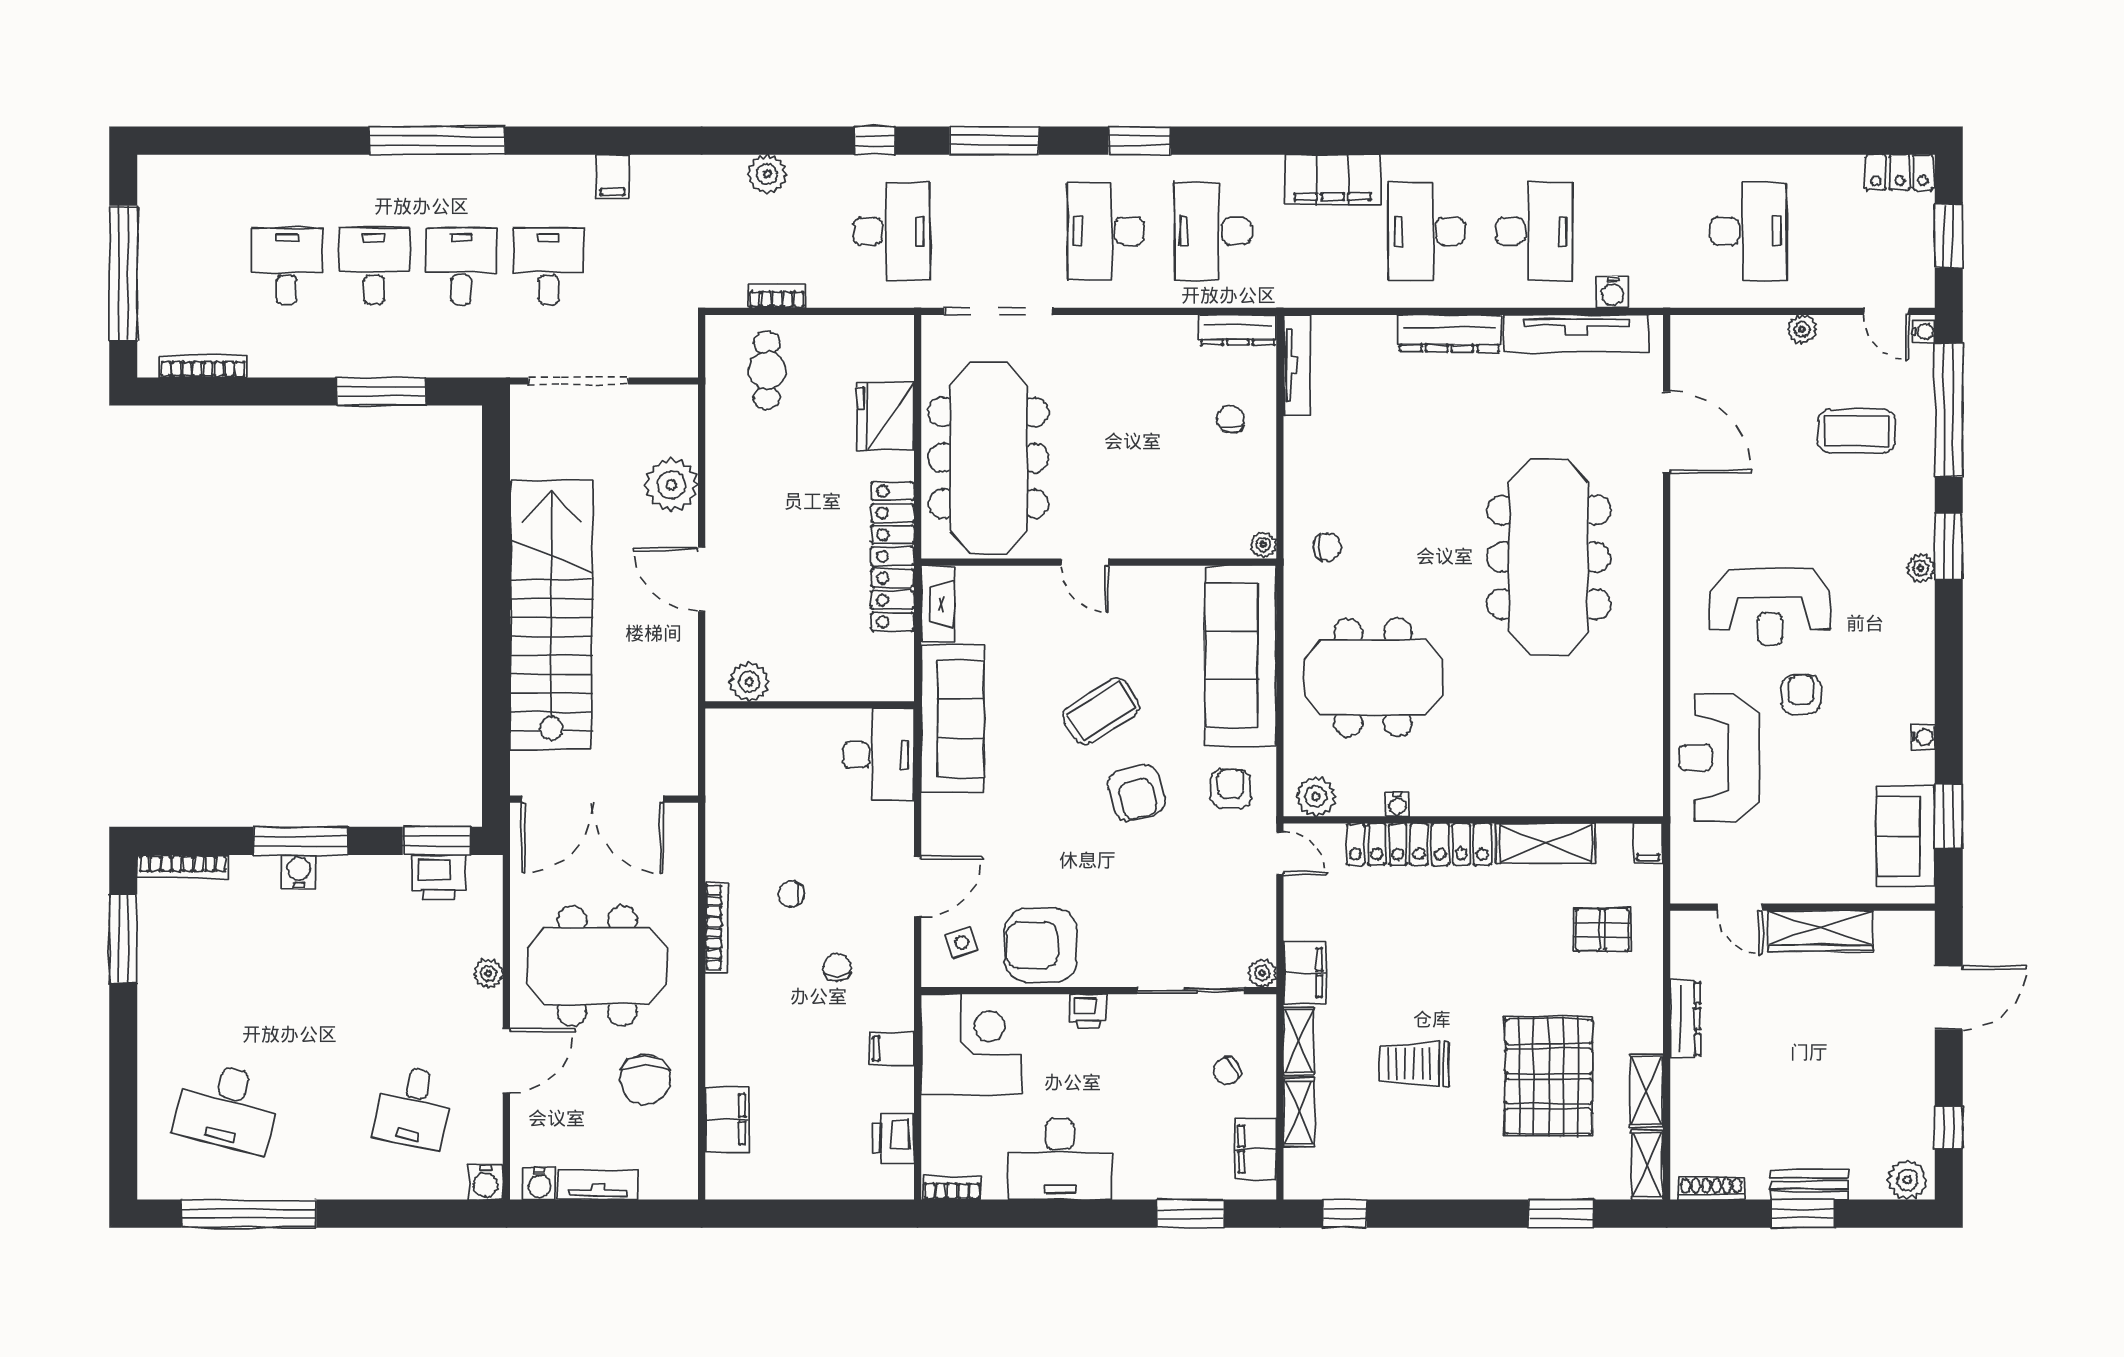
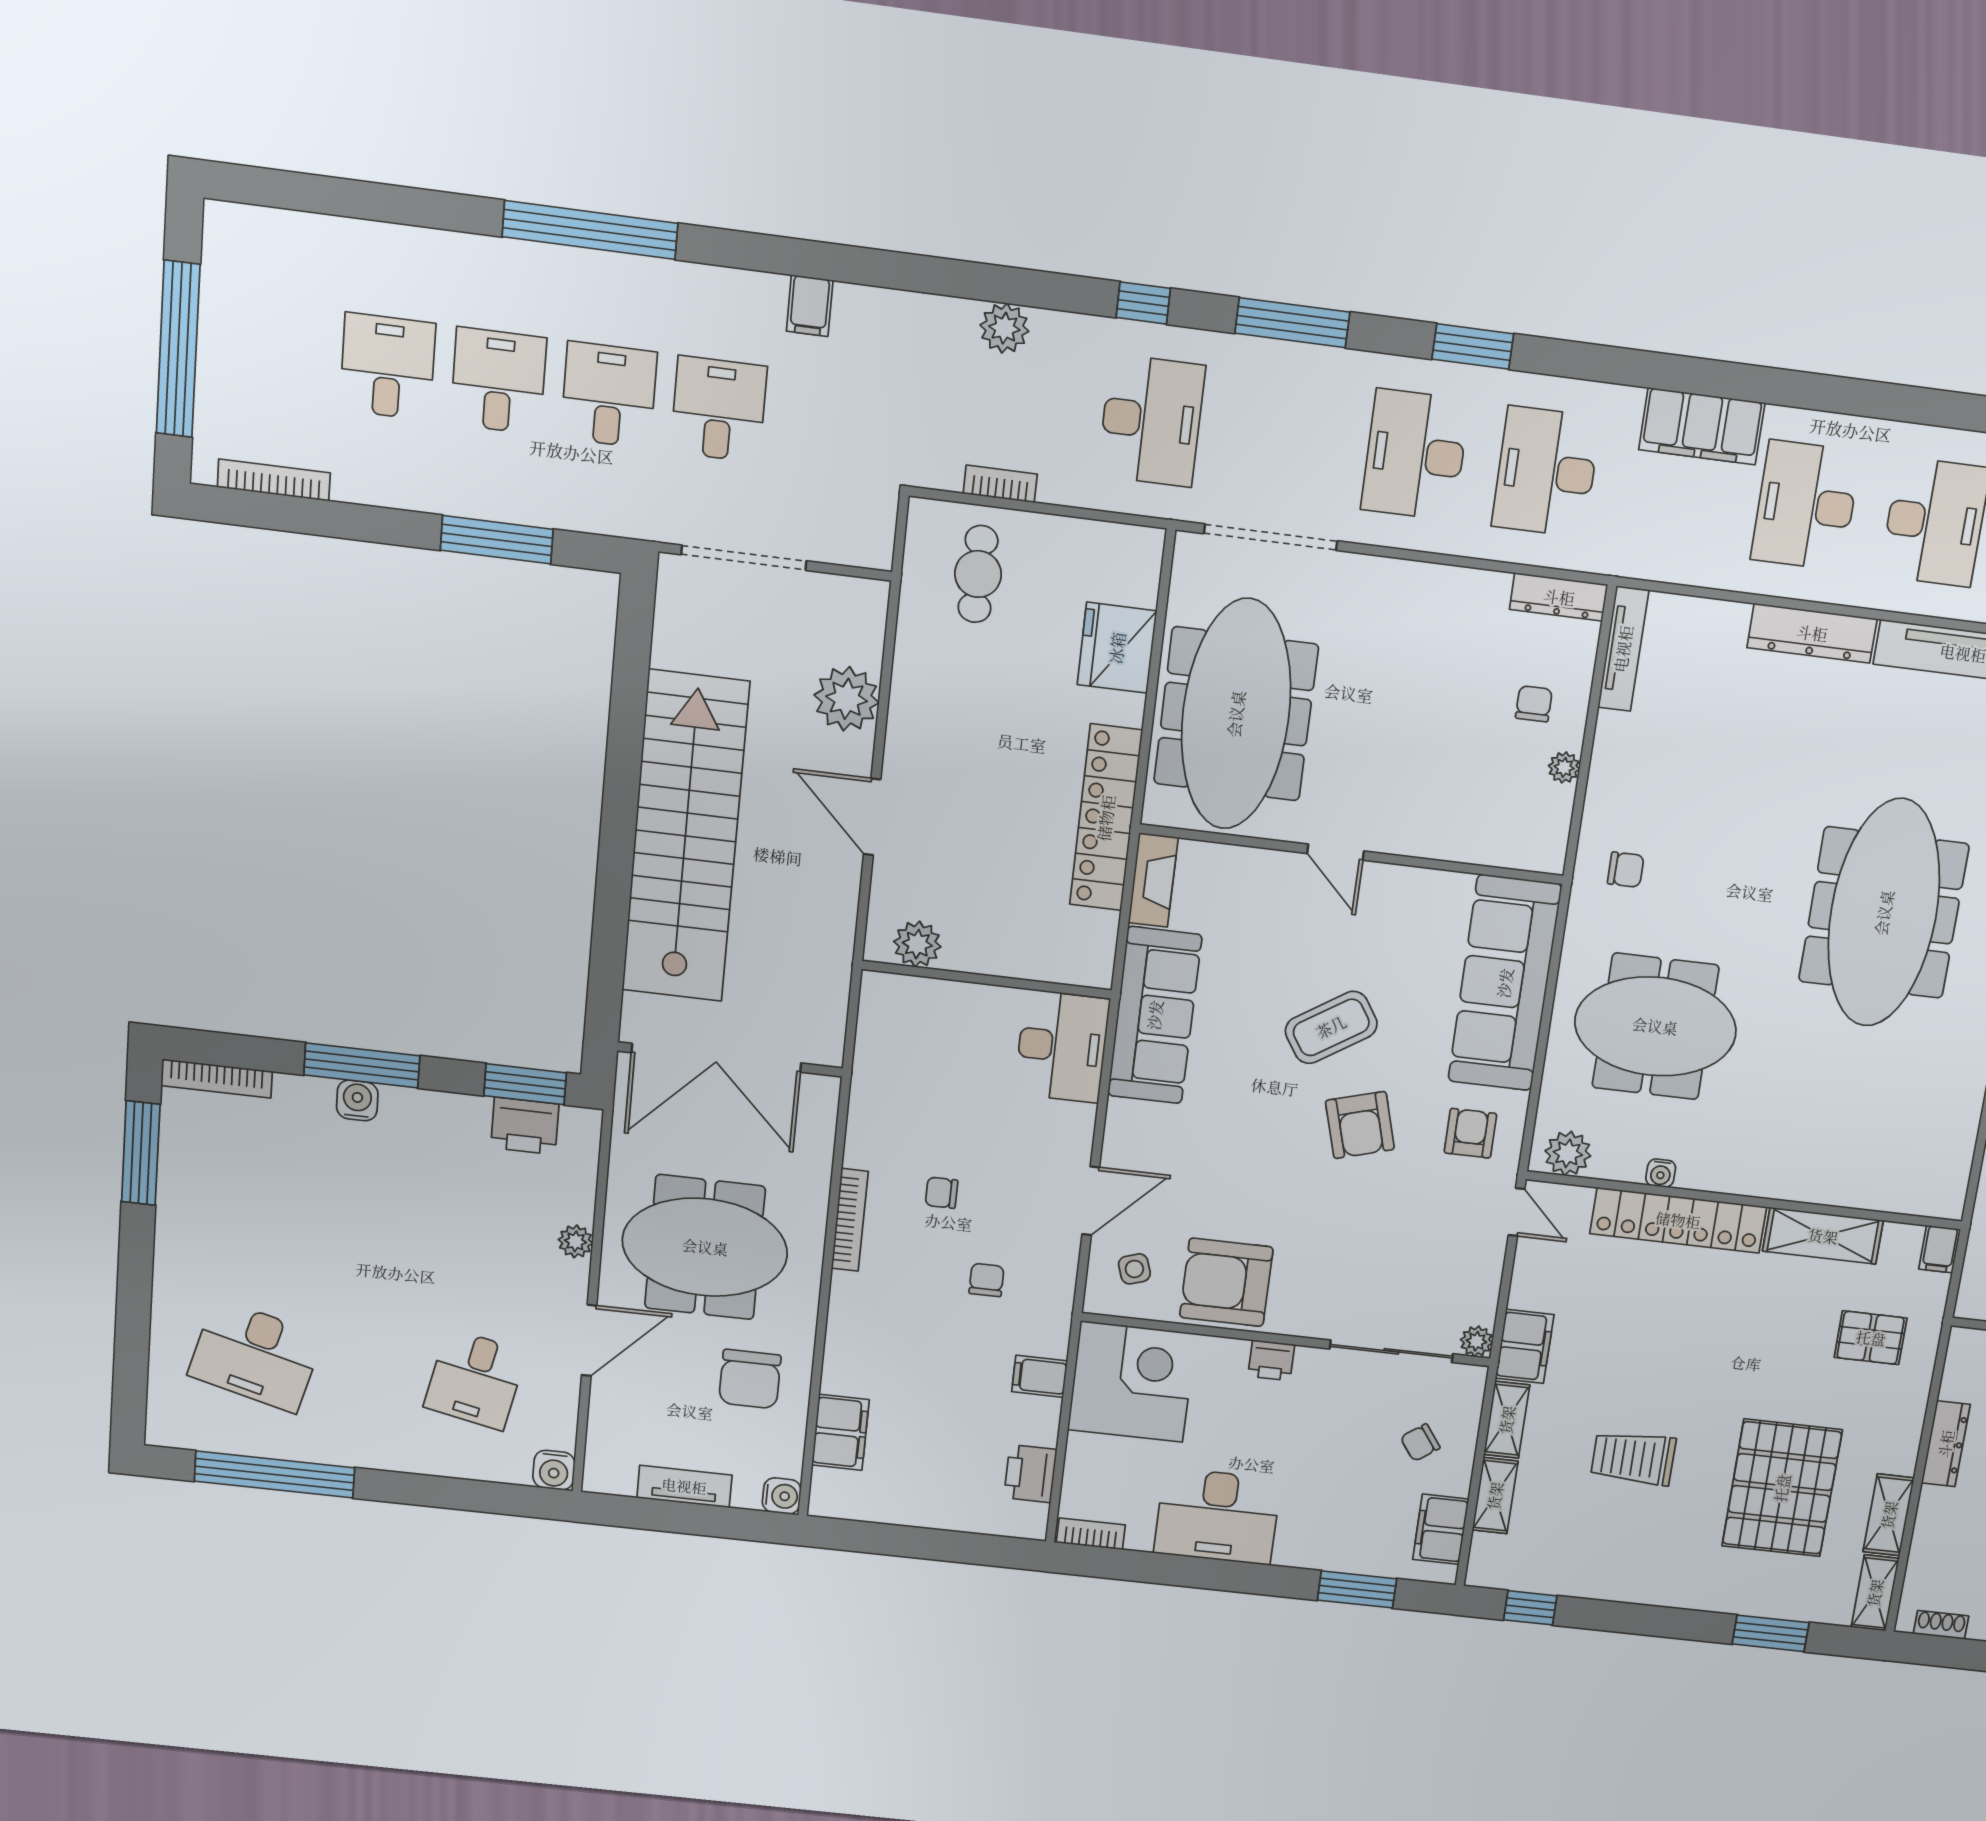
plant: (1263, 545) -> (1564, 767), moved
water cooler: (539, 1184) -> (782, 1496), moved, turned -90
shoe rack: (1711, 1188) -> (1941, 1625), width x0.70

